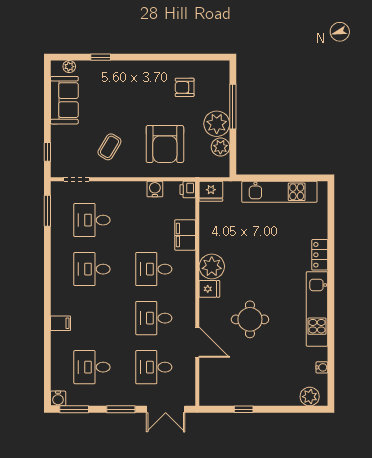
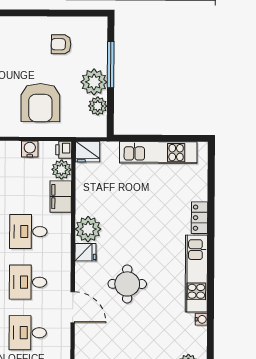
plant: (186, 209) -> (61, 170), added
water cooler: (322, 367) -> (201, 319), moved

